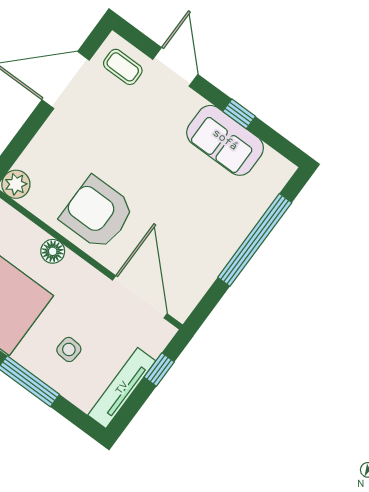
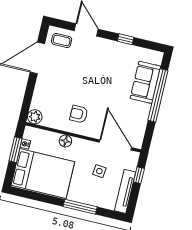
sofa: (225, 140) -> (145, 82), moved, turned 90
armchair: (97, 213) -> (79, 114), width x0.53, depth x0.53
side table: (69, 349) -> (99, 171), moved

